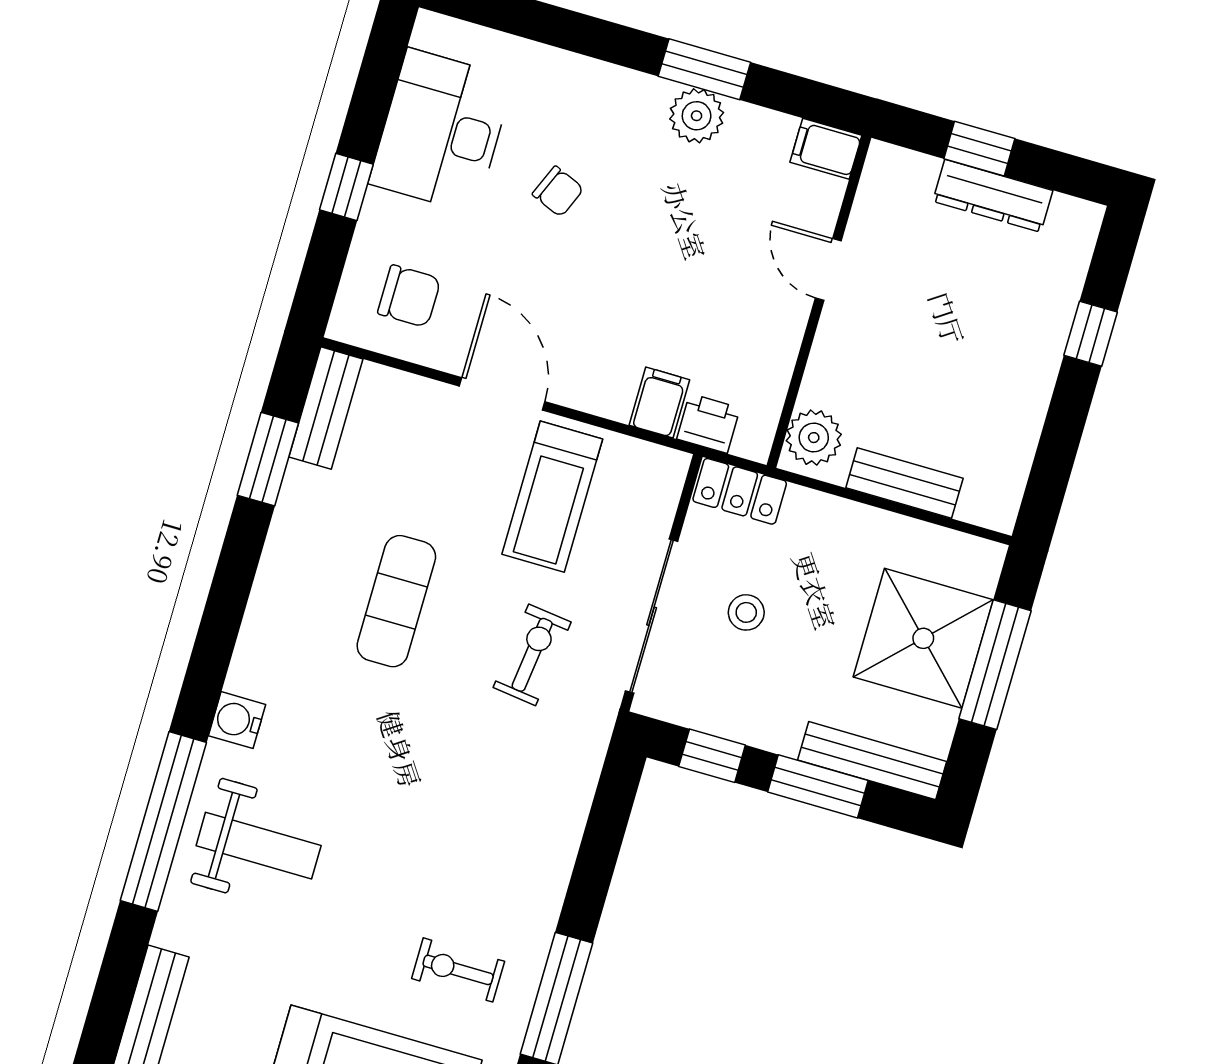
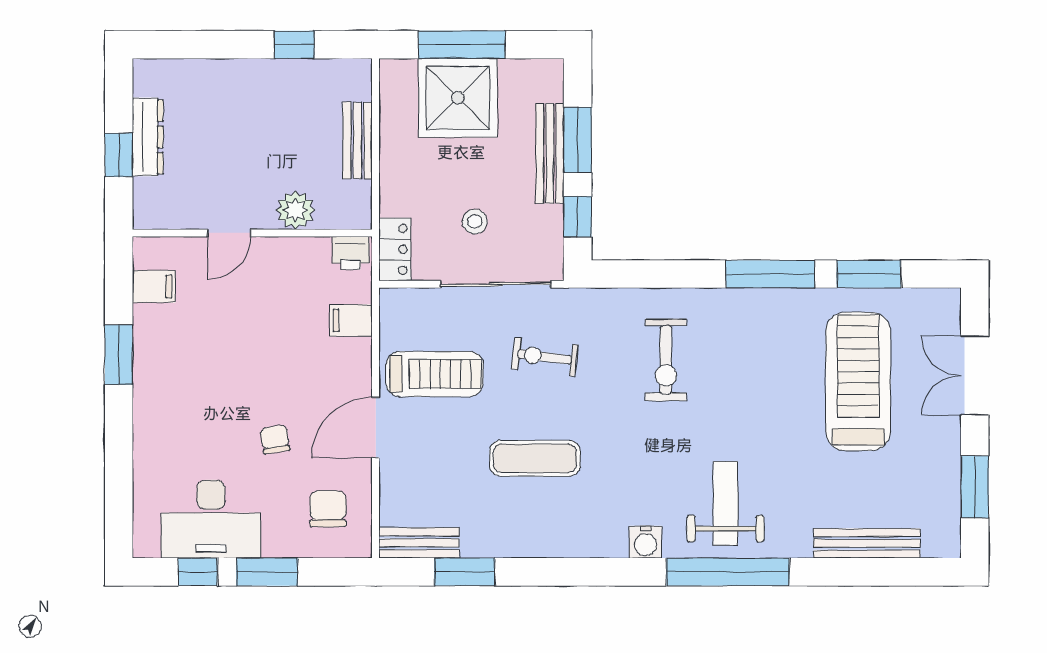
window: (374, 92) -> (198, 572), added
plant: (697, 116) -> (151, 351), removed
filing cabinet: (826, 149) -> (154, 286), moved, turned -90
window: (346, 187) -> (267, 572), width x1.50
chair: (558, 191) -> (275, 439), moved, turned -32
window: (1091, 334) -> (294, 45), moved
printer: (709, 423) -> (351, 253), moved, turned -90
plant: (814, 438) -> (295, 210), moved
bench: (872, 761) -> (550, 153), moved
exercise bike: (458, 970) -> (666, 360), moved, width x1.38, depth x1.39

